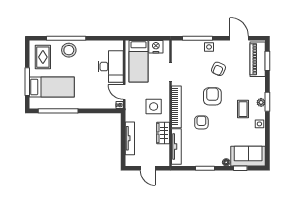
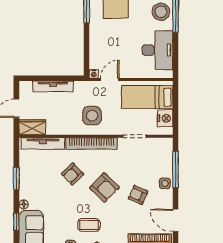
door: (239, 38) -> (176, 220), swing flipped
desk: (111, 67) -> (158, 50), moved, turned -90
armchair: (212, 96) -> (104, 188), turned 44
armchair: (201, 122) -> (72, 174), turned 136
wardrobe: (163, 133) -> (32, 127), moved

